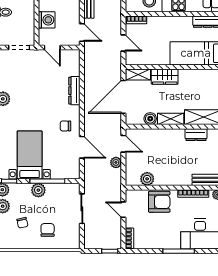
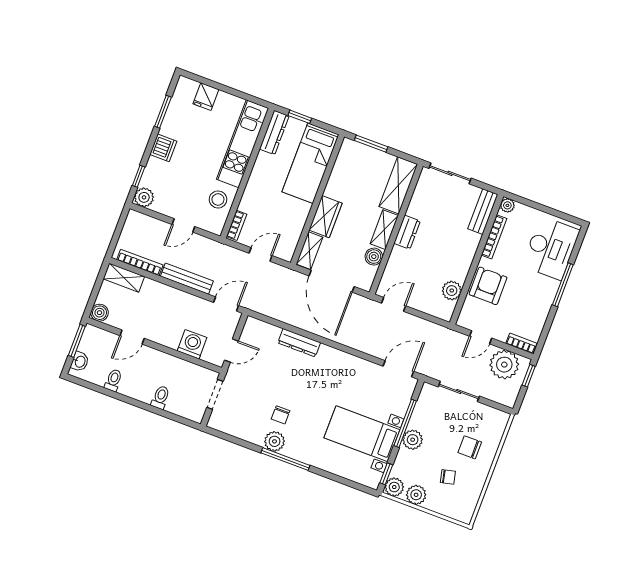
chair: (65, 126) -> (281, 415), moved
dresser: (196, 135) -> (407, 232), moved
door: (82, 147) -> (398, 369), moved
plant: (116, 162) -> (504, 365), moved, width x1.87, depth x1.87

